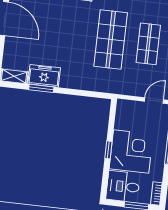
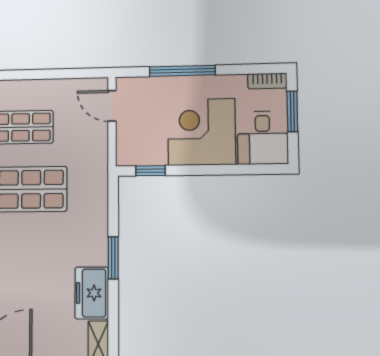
window: (41, 88) -> (113, 258), moved
window: (108, 150) -> (150, 171), moved

